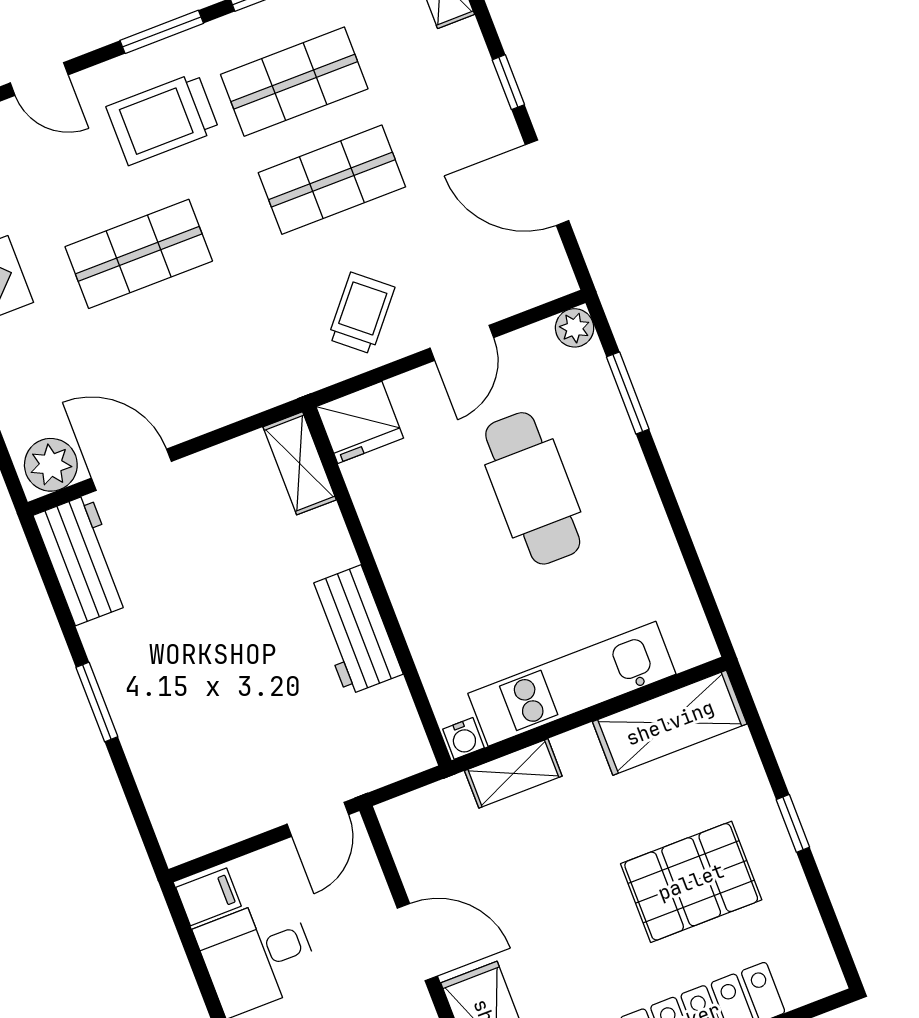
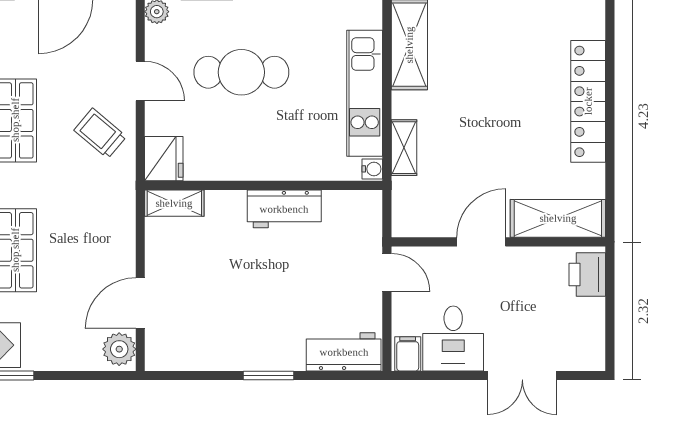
workbench: (83, 560) -> (344, 352), moved
pallet: (691, 882) -> (507, 68), removed

